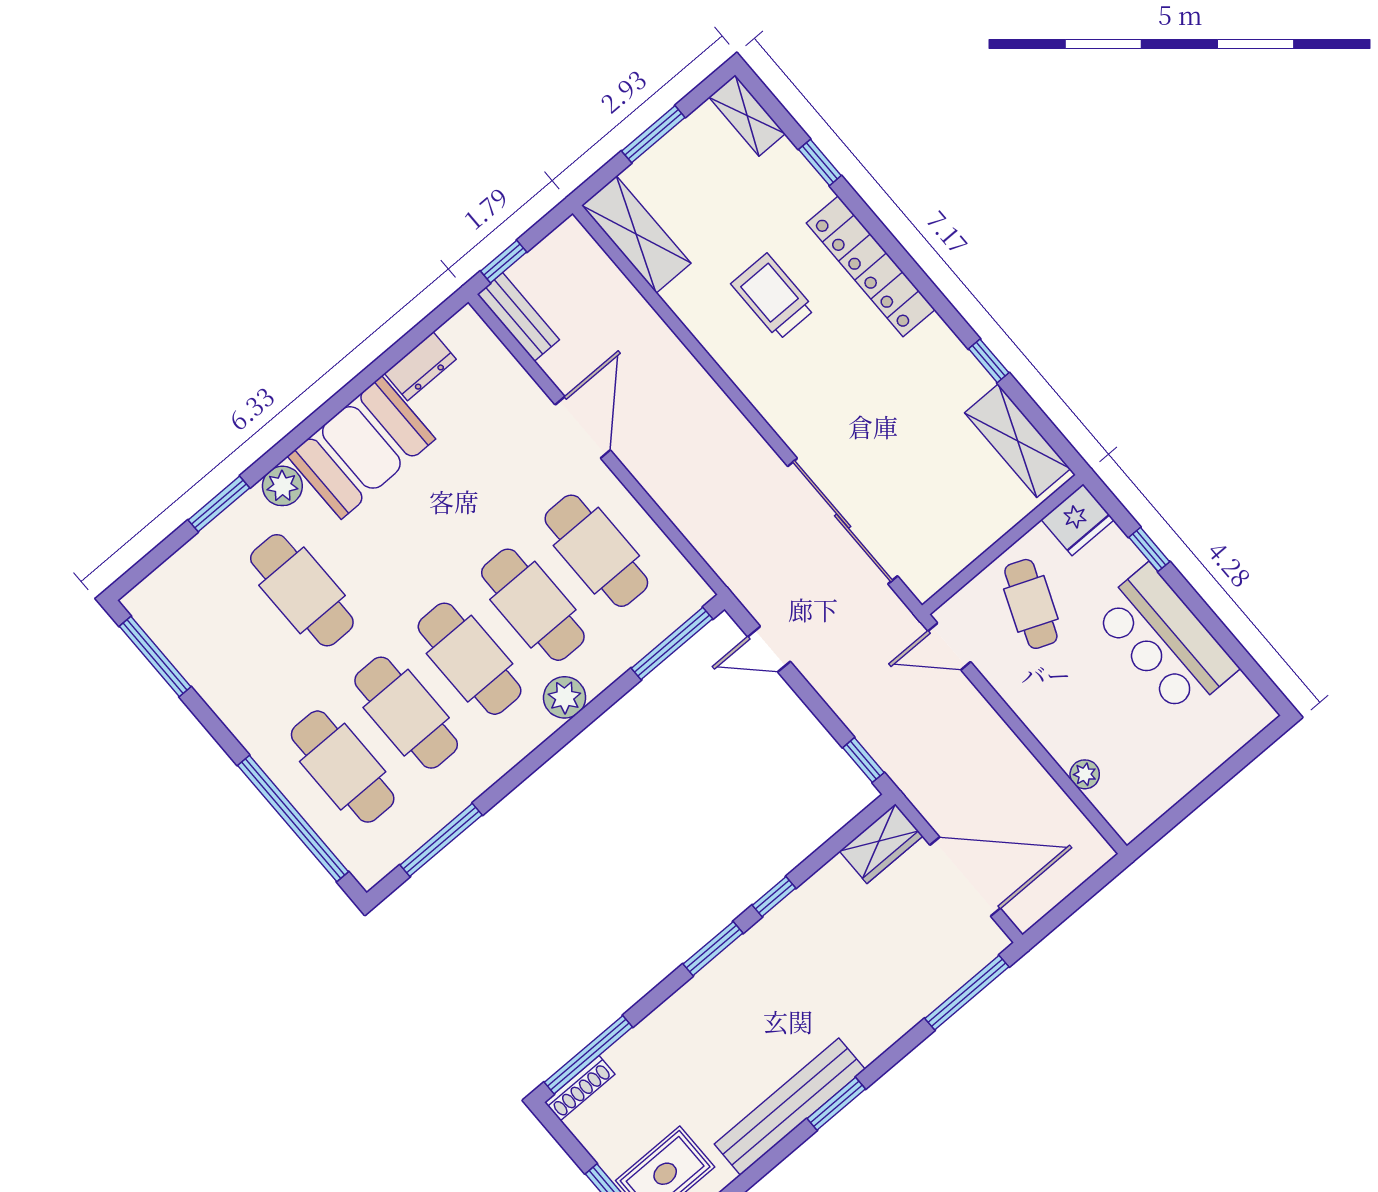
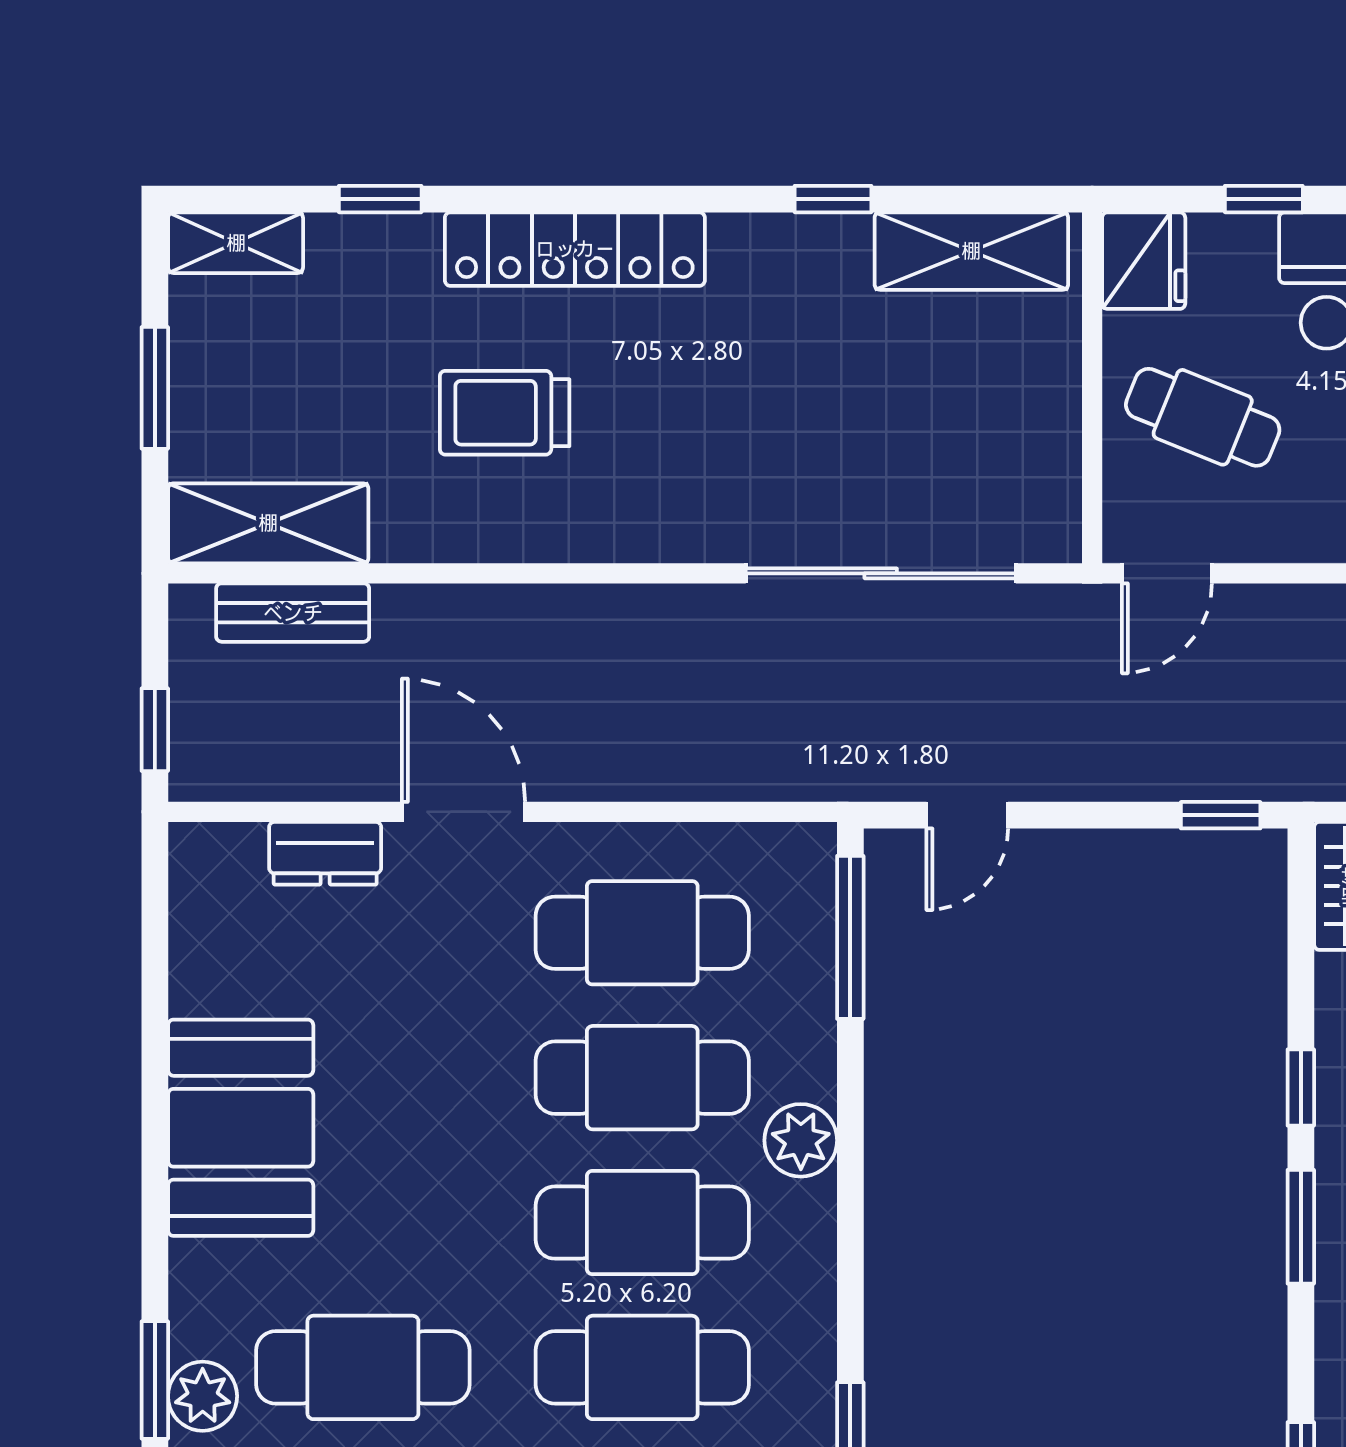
bench: (518, 317) -> (293, 613), moved
dresser: (420, 366) -> (325, 853), moved, turned 90
plant: (282, 486) -> (203, 1396), moved

